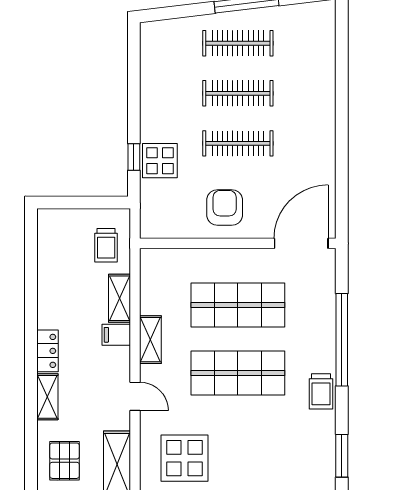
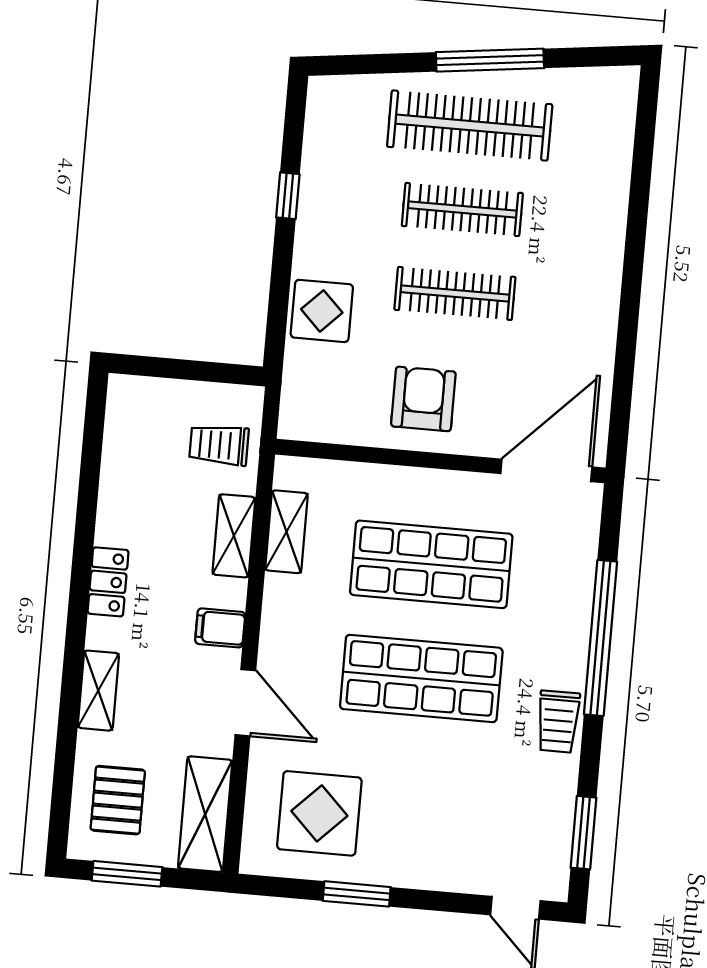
clothes rail: (238, 43) -> (470, 126), width x1.37, depth x1.31
window: (134, 157) -> (288, 196), moved
trolley: (106, 245) -> (219, 445), turned 90
filing cabinet: (116, 335) -> (220, 628), moved
shelving: (150, 340) -> (286, 532), moved
locker: (47, 351) -> (108, 582), moved
door: (135, 396) -> (245, 703), width x1.38

